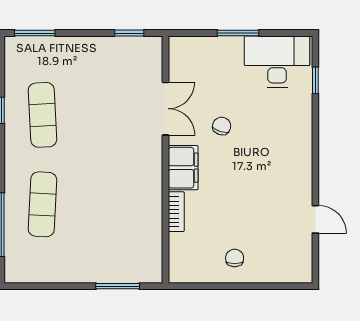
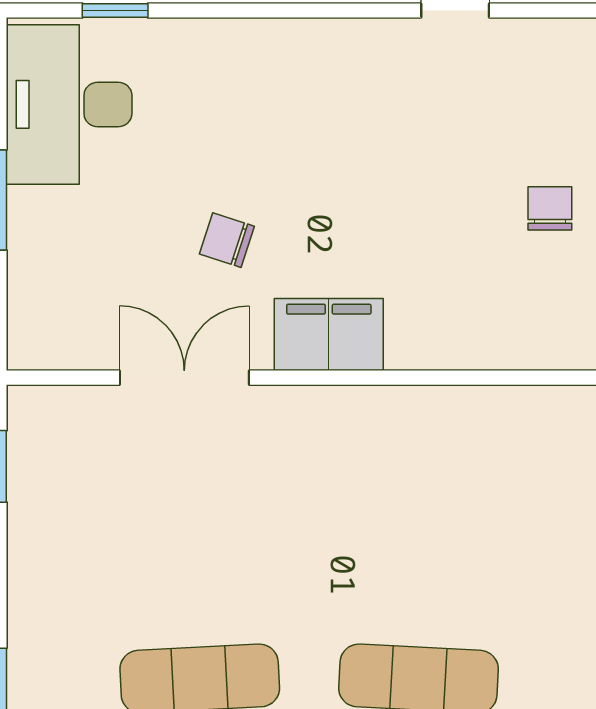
bookcase: (176, 212) -> (436, 351), removed
chair: (235, 258) -> (550, 208), turned 90

